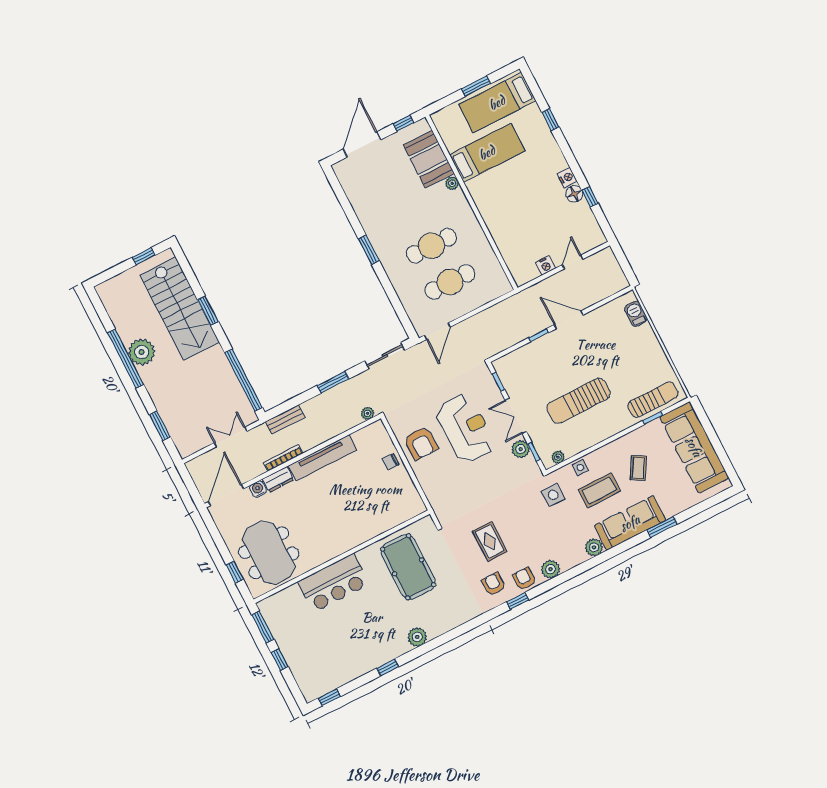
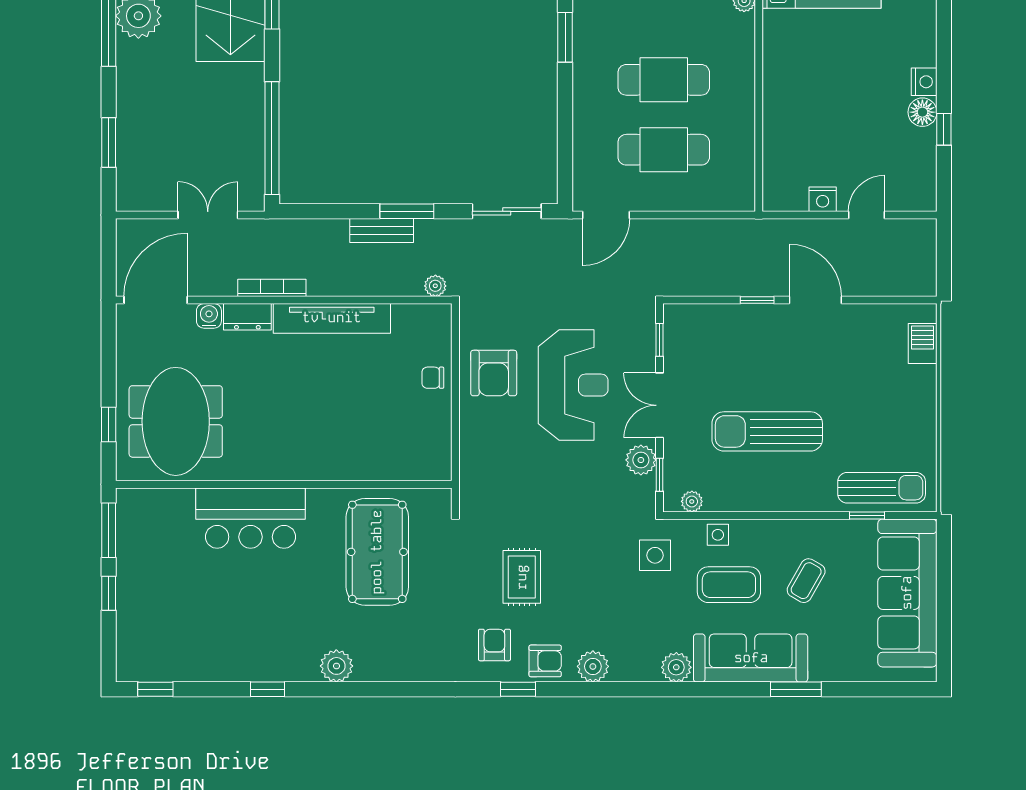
bench: (285, 419) -> (382, 231), moved
armchair: (524, 579) -> (545, 661), turned 90

